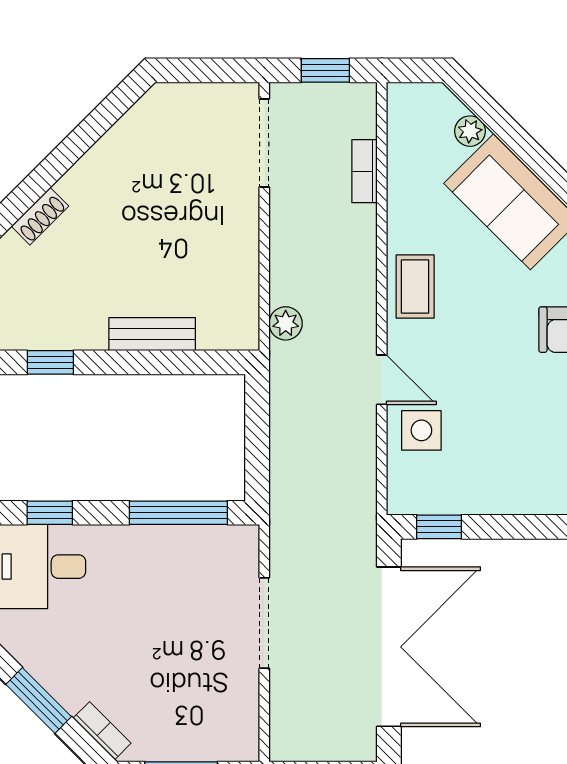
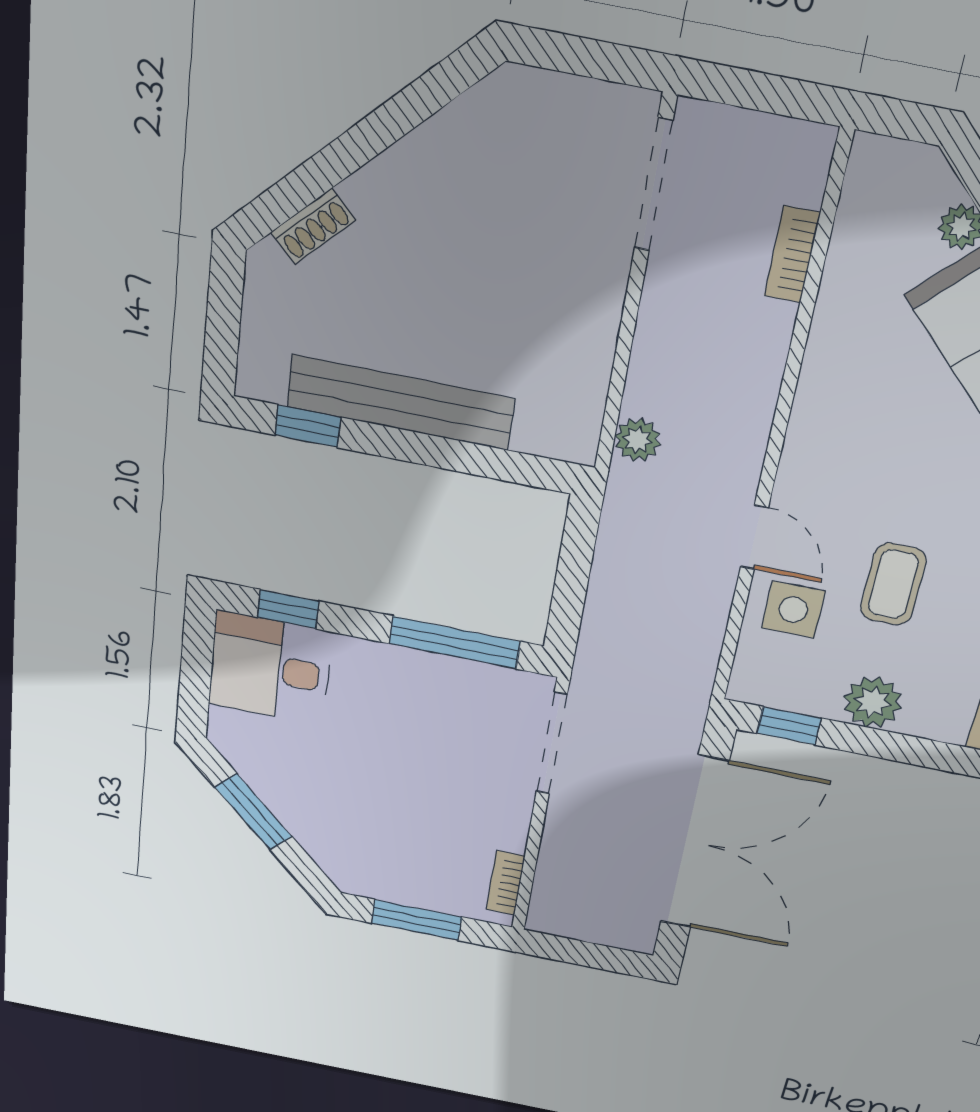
window: (325, 70) -> (766, 93), removed
coffee table: (415, 287) -> (893, 584), moved
bench: (152, 334) -> (401, 403), width x1.86, depth x1.21
plant: (496, 493) -> (873, 702), added
doorway: (264, 623) -> (552, 743), moved
bookcase: (102, 731) -> (506, 883), moved, turned -135

